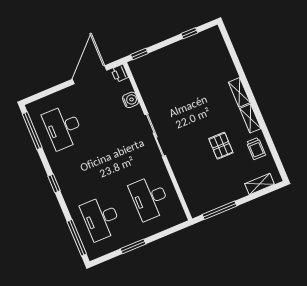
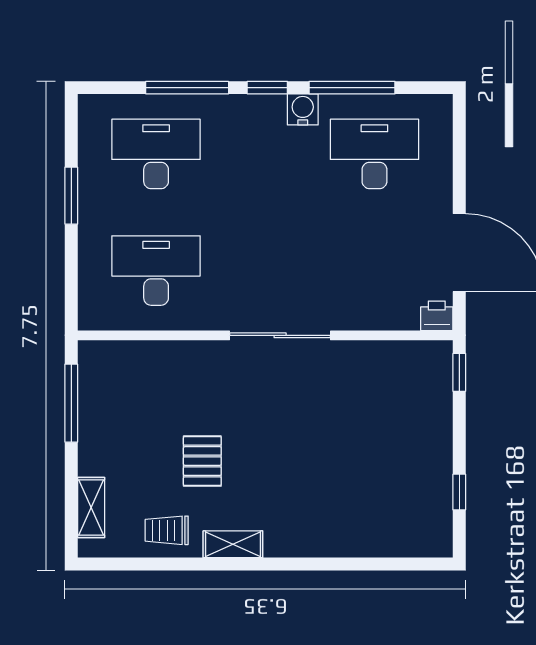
shelving: (239, 92) -> (296, 544), removed
water cooler: (130, 100) -> (303, 109), moved, turned 180
window: (32, 131) -> (352, 88), moved
pallet: (221, 146) -> (202, 461), turned 90
window: (77, 238) -> (187, 88), moved

